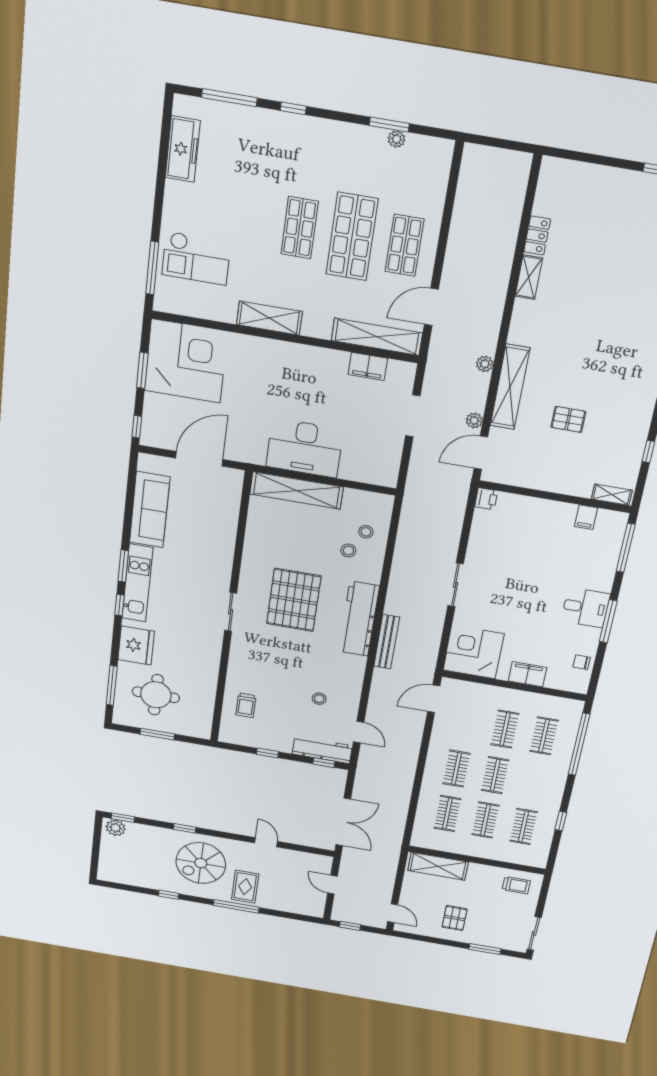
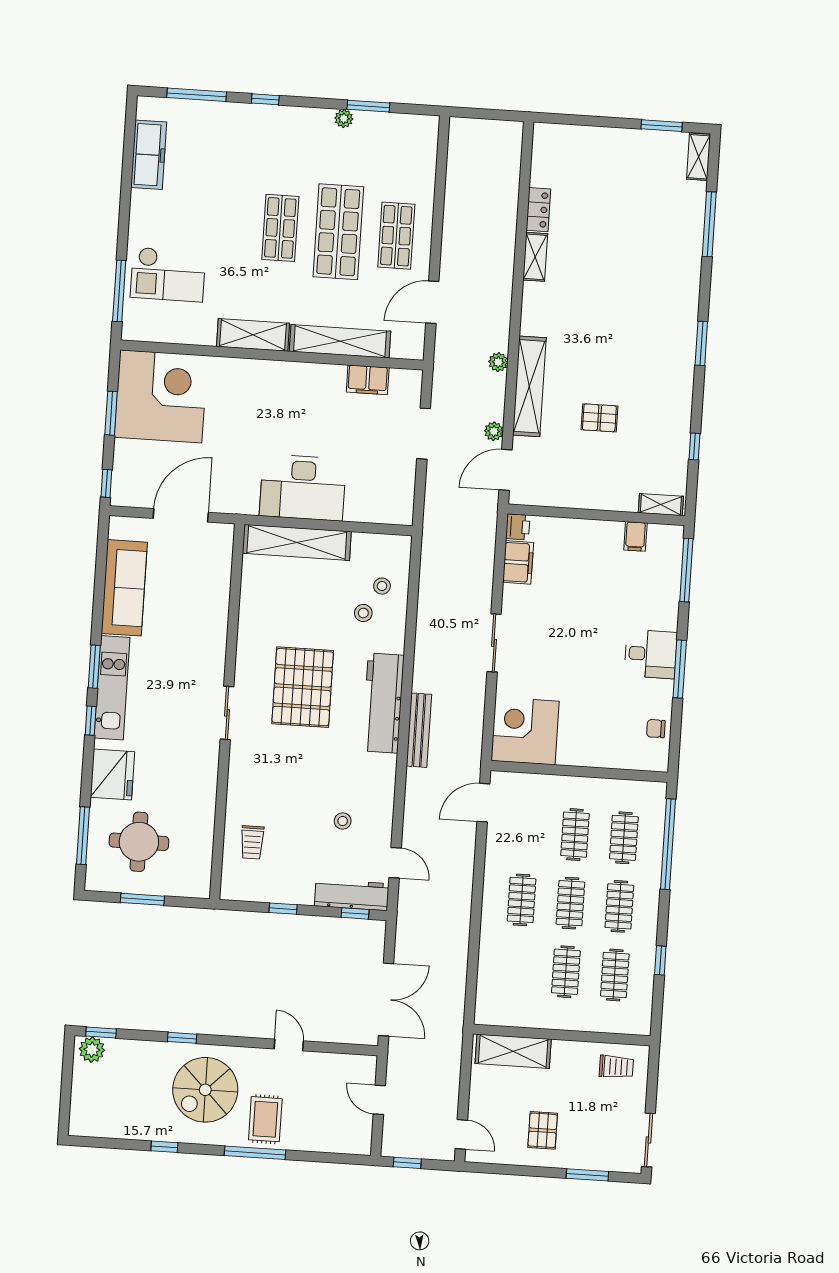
plant: (397, 139) -> (344, 118), moved
shelving: (377, 337) -> (340, 341), moved
filing cabinet: (527, 674) -> (518, 562), moved, turned 90
clothes rail: (447, 813) -> (619, 906), moved

